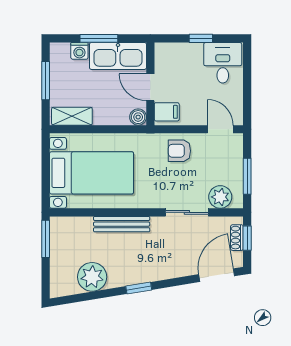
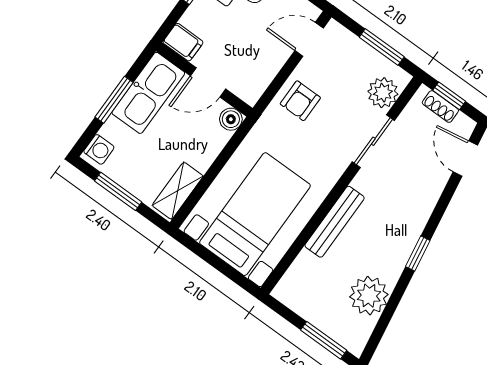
washing machine: (79, 51) -> (99, 149), moved
filing cabinet: (167, 112) -> (183, 42), moved, turned 90
window: (46, 239) -> (324, 340), moved
door: (217, 275) -> (465, 159), width x0.73

